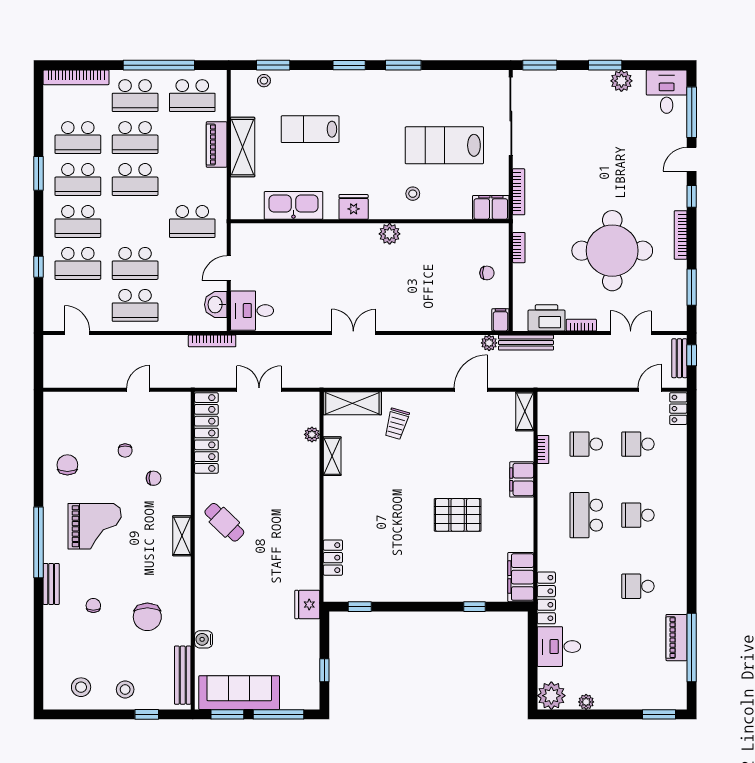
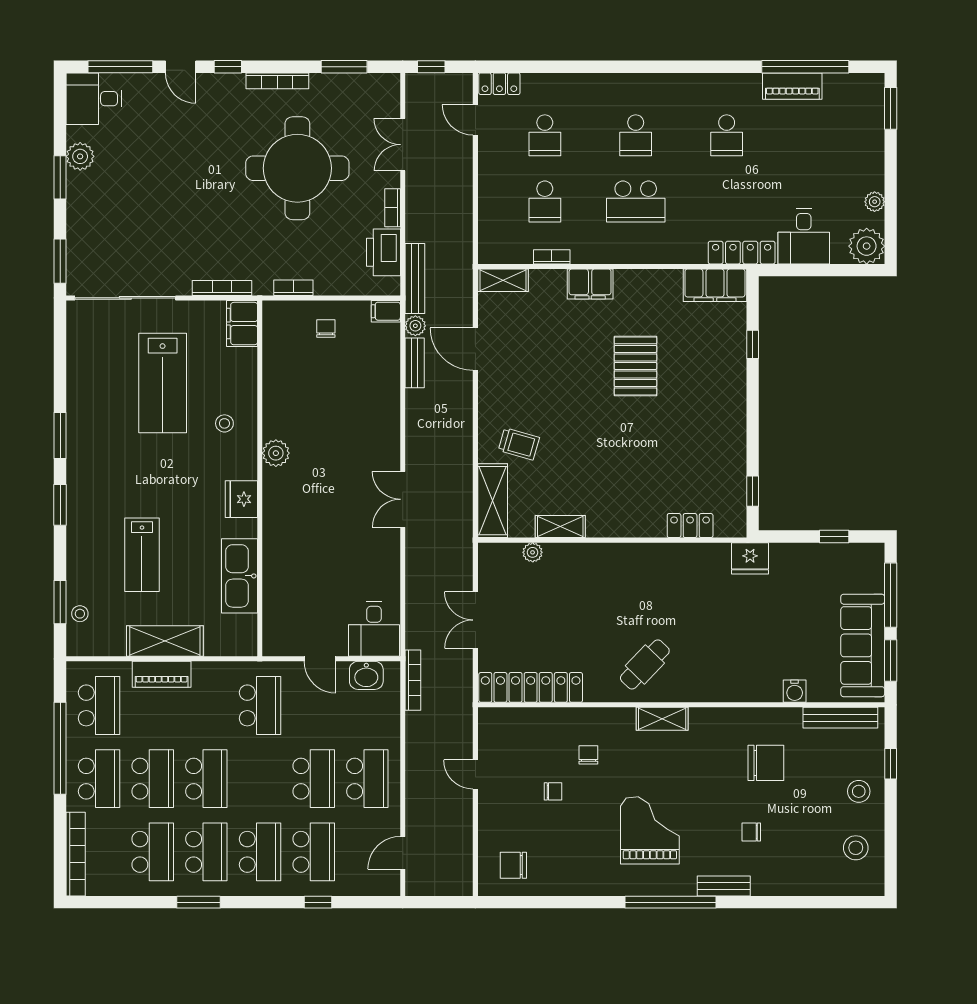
bench: (679, 358) -> (415, 363), moved, turned 90
chair: (67, 465) -> (513, 865), moved

